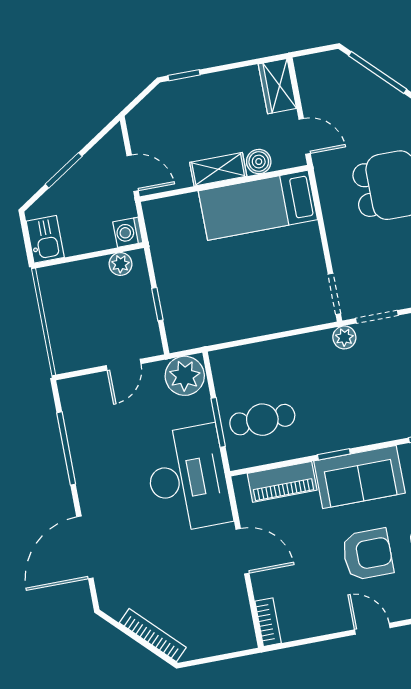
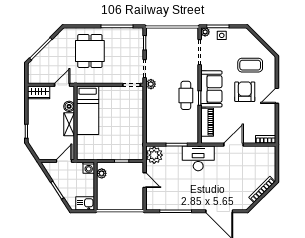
cafe table: (262, 420) -> (186, 95), moved
desk: (188, 479) -> (198, 158), width x0.73, depth x0.77

